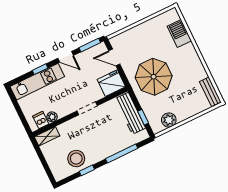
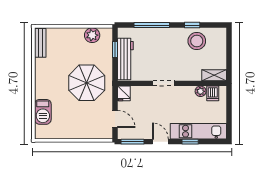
fridge: (111, 83) -> (124, 93), width x0.53, depth x0.75

